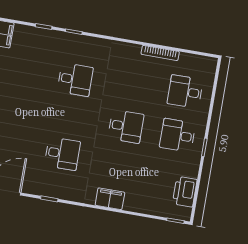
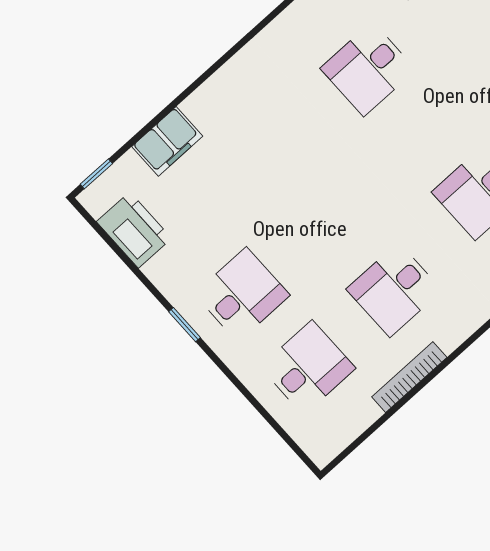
desk: (126, 126) -> (394, 290), moved
filing cabinet: (110, 199) -> (167, 141), moved

